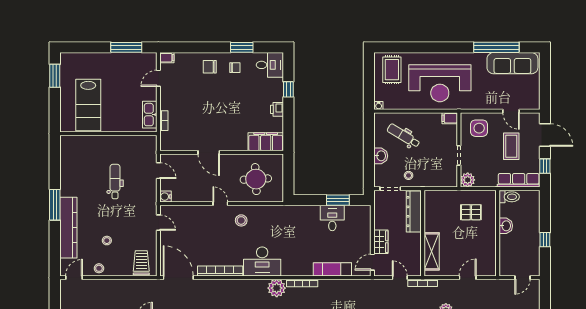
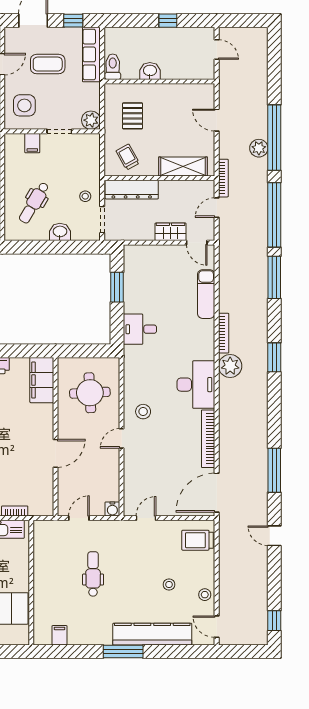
filing cabinet: (450, 118) -> (32, 143), moved
filing cabinet: (67, 155) -> (60, 635), added
dental chair: (115, 182) -> (93, 574), turned 90
trolley: (439, 208) -> (128, 157), added
desk: (332, 218) -> (140, 329), moved

